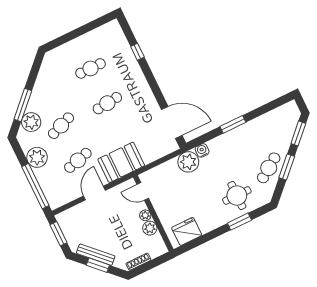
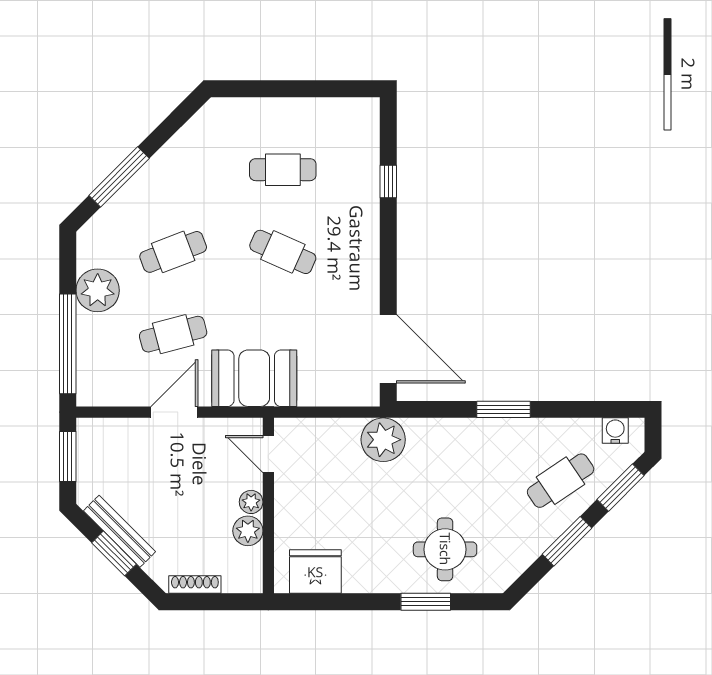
cafe table: (107, 103) -> (283, 252), turned 30
plant: (31, 122) -> (119, 217), removed
water cooler: (202, 150) -> (615, 431), moved
cafe table: (269, 168) -> (561, 481), moved

